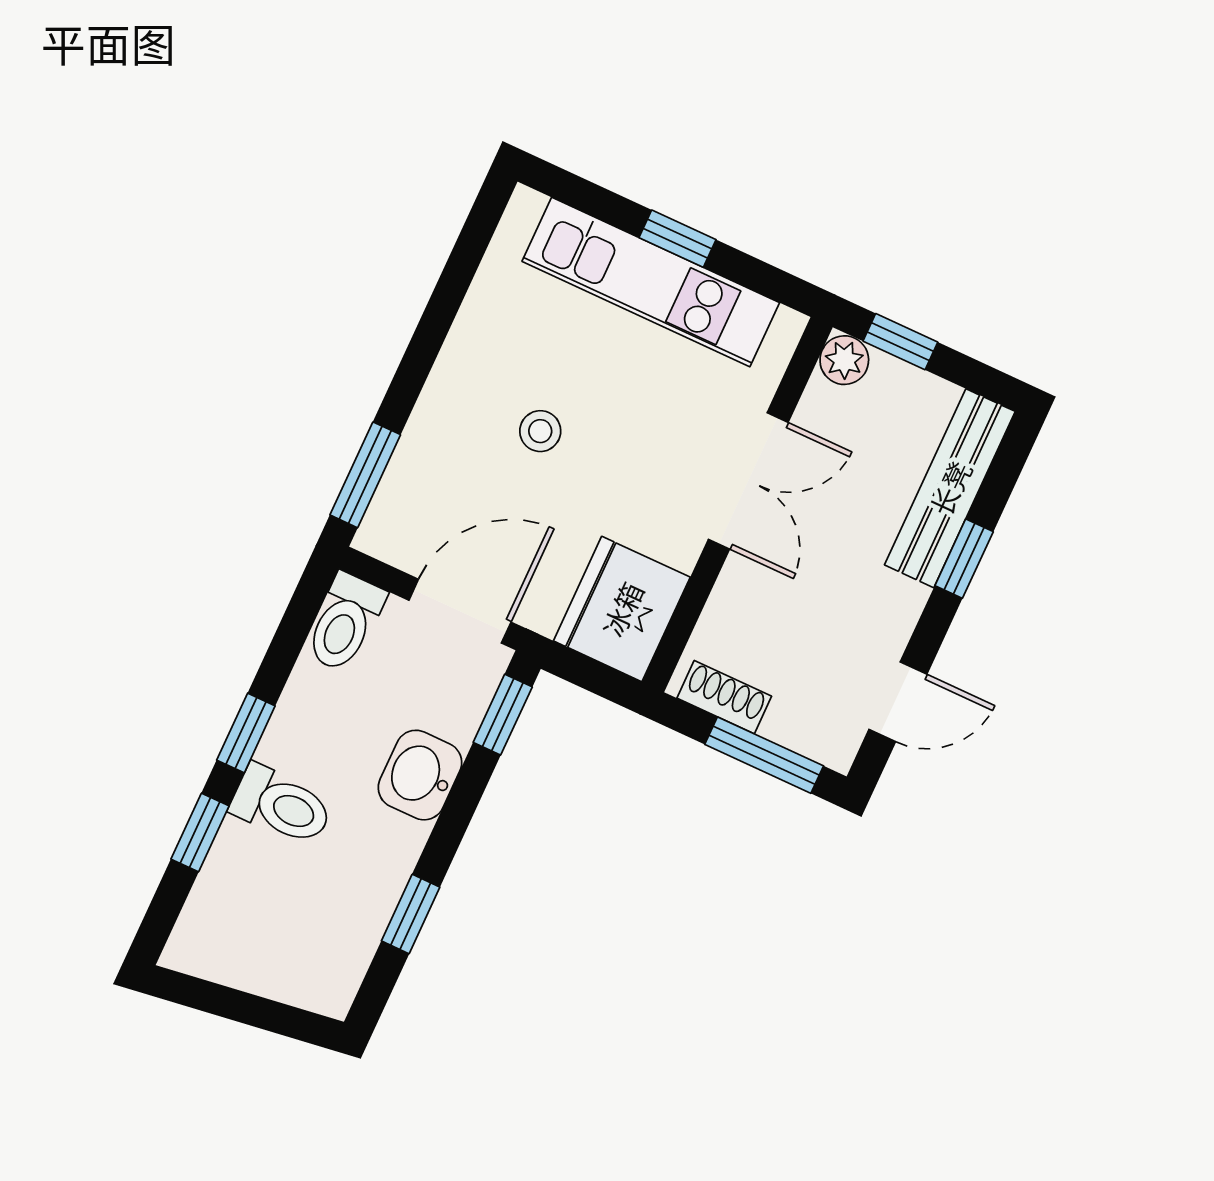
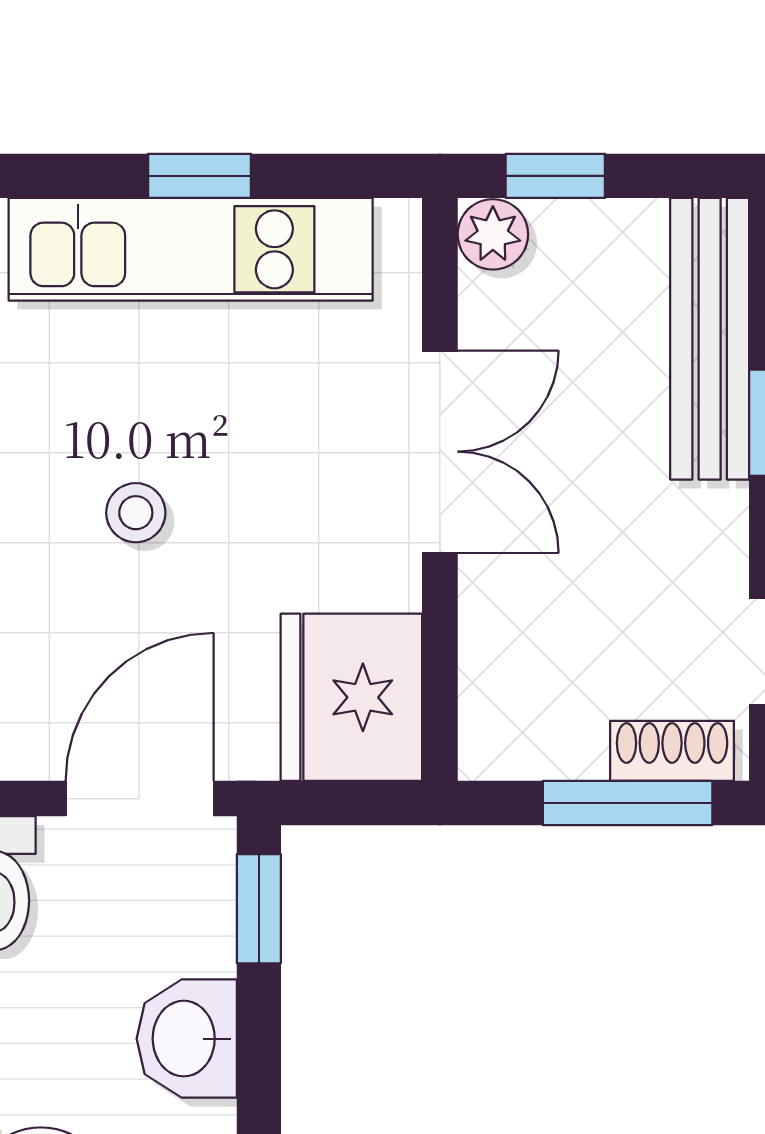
shoe rack: (724, 697) -> (672, 751), moved

